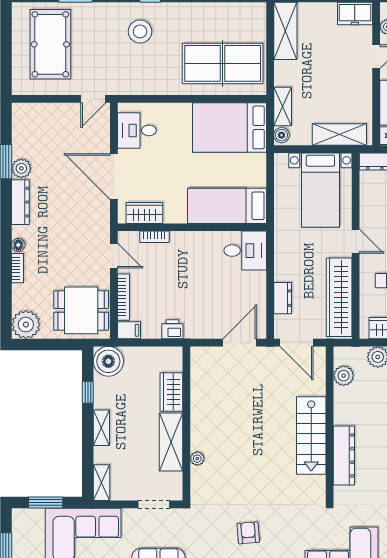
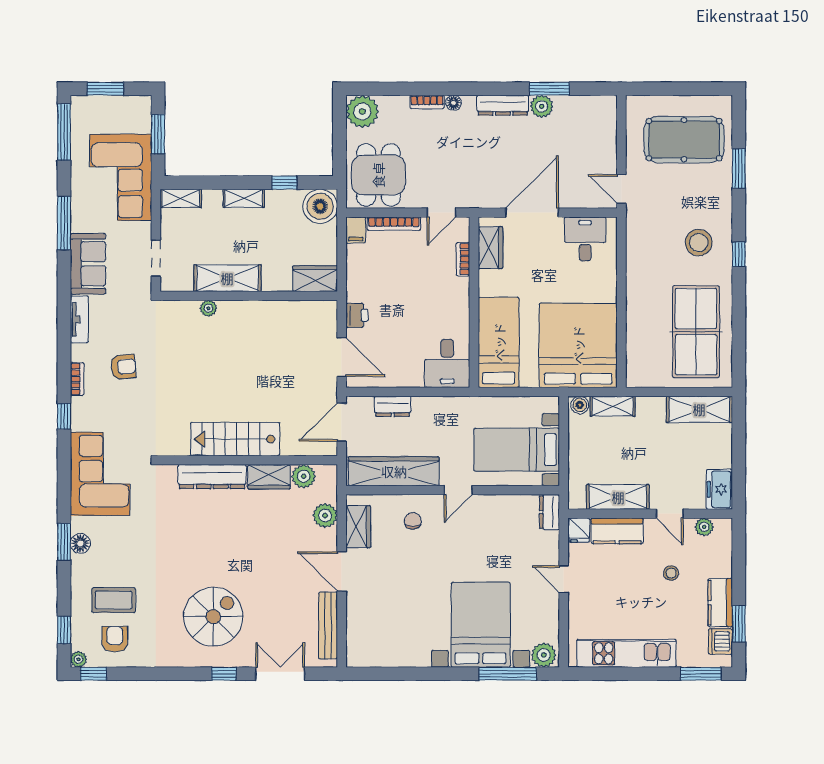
table tennis table: (223, 63) -> (696, 332), moved
bed: (230, 127) -> (578, 345), width x1.36
shelving: (339, 135) -> (618, 497), moved, turned 90
printer: (172, 329) -> (357, 315), moved
wardrobe: (171, 392) -> (315, 279), moved
wardrobe: (344, 406) -> (269, 477), added

